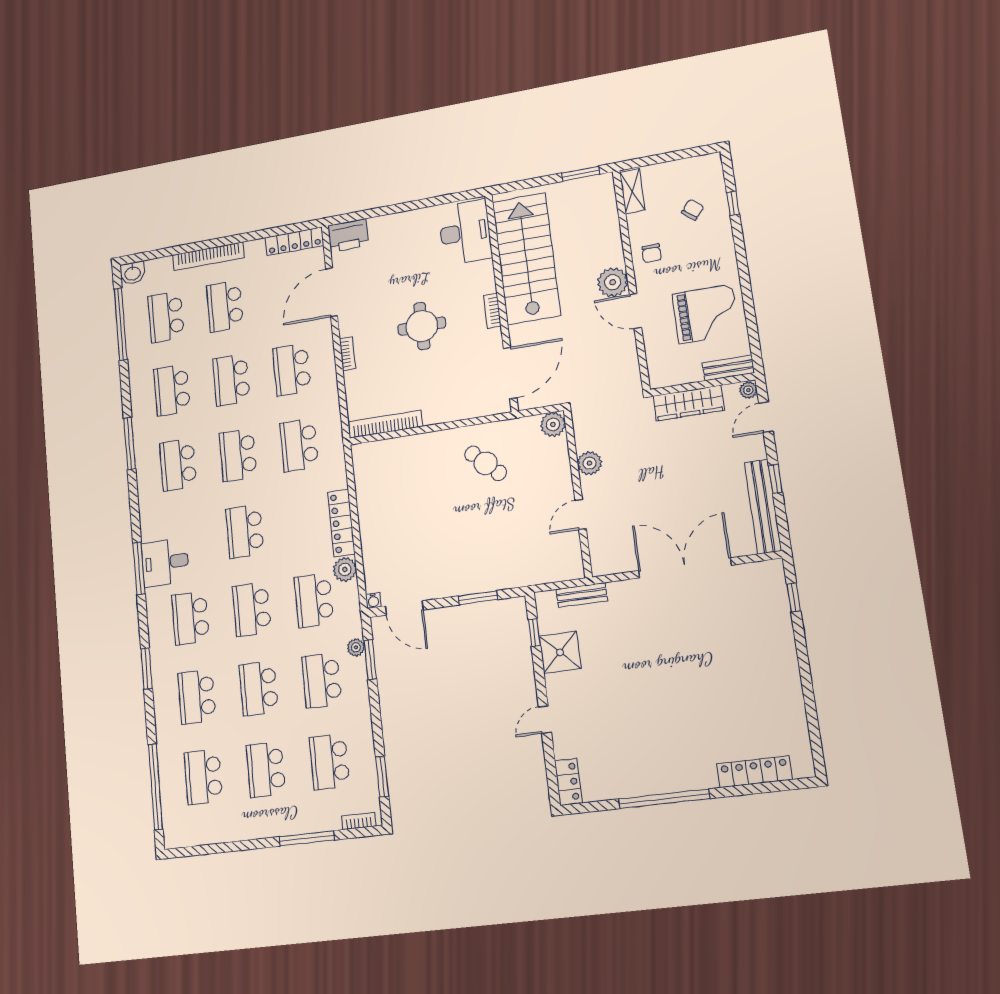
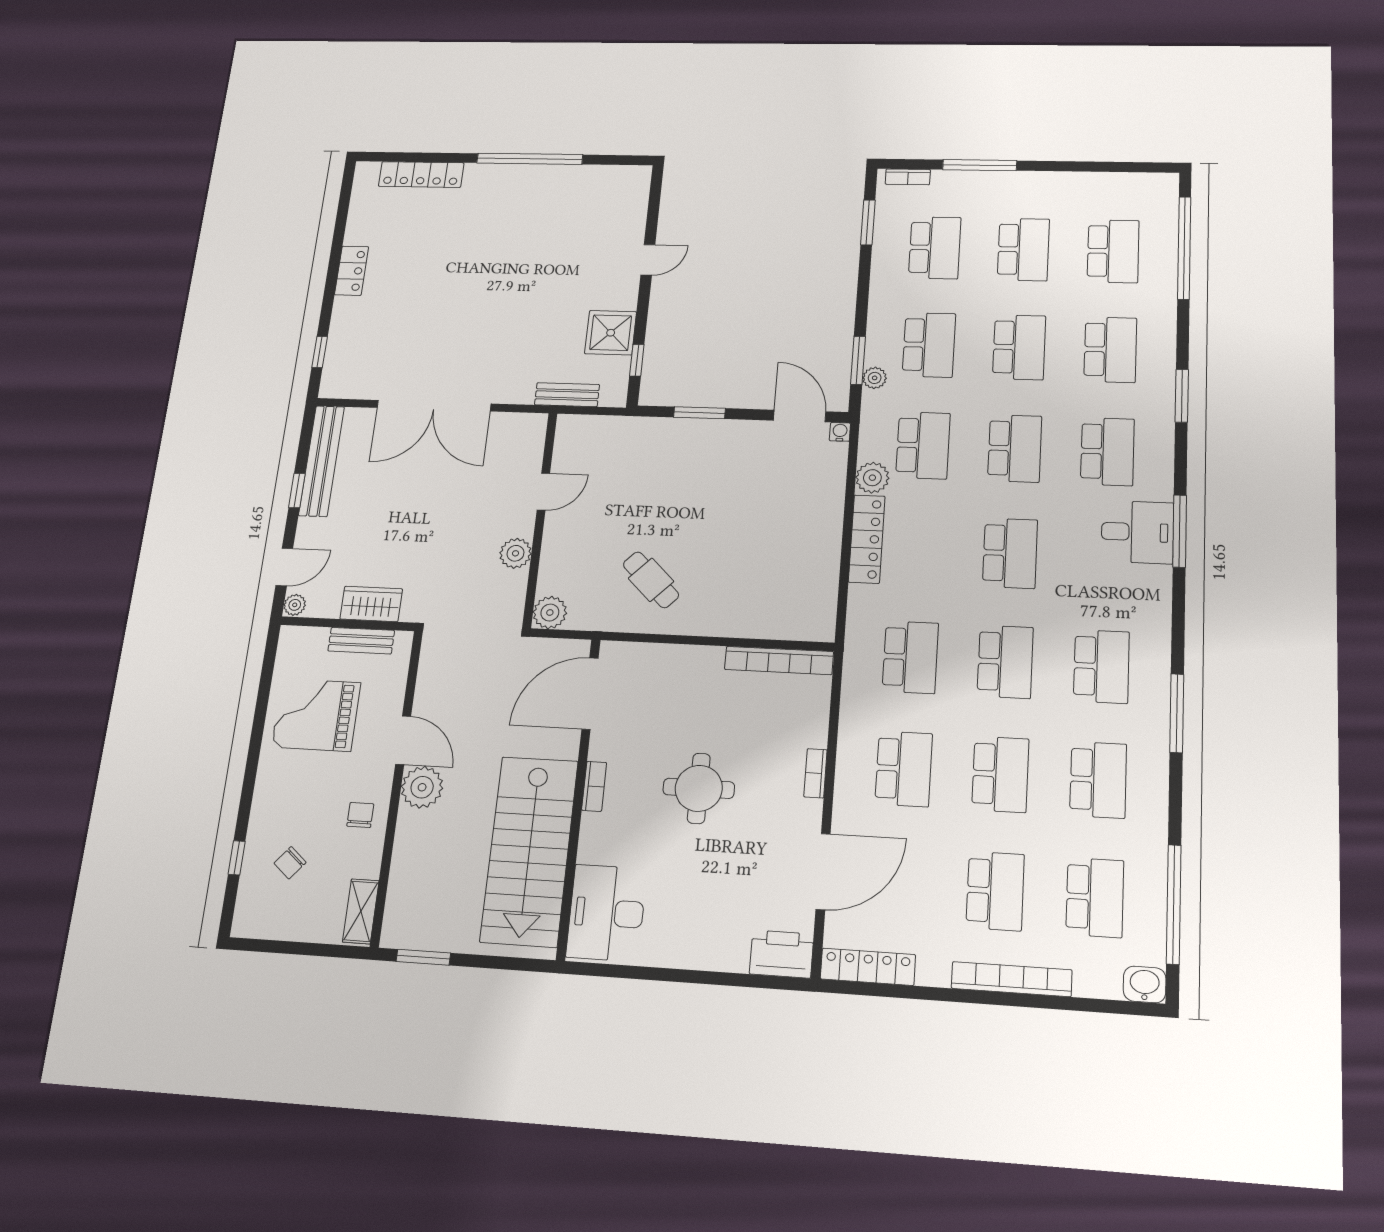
bench: (728, 368) -> (361, 641), moved
wardrobe: (689, 403) -> (371, 604), width x0.67
locker: (568, 782) -> (352, 271), moved, turned 180

